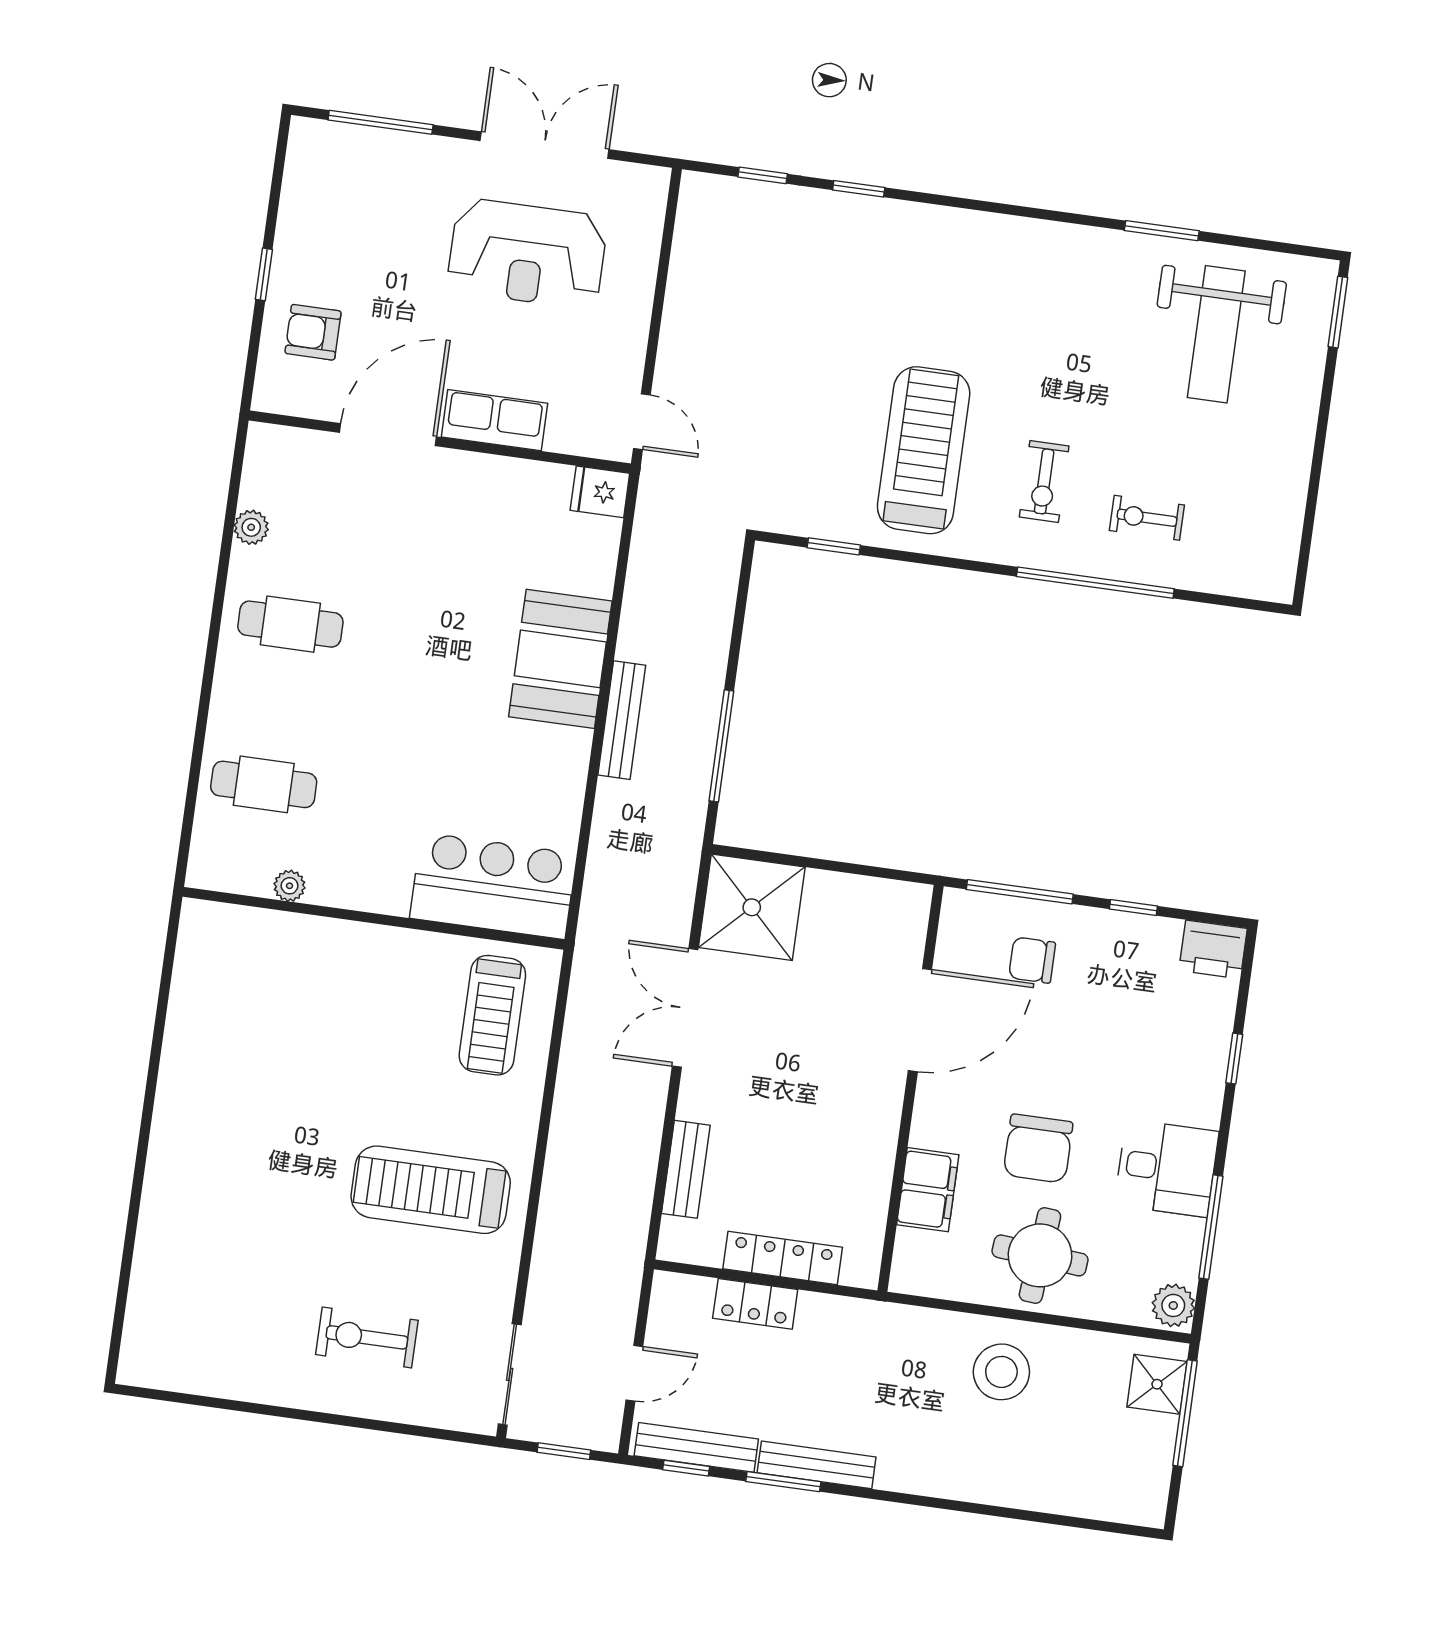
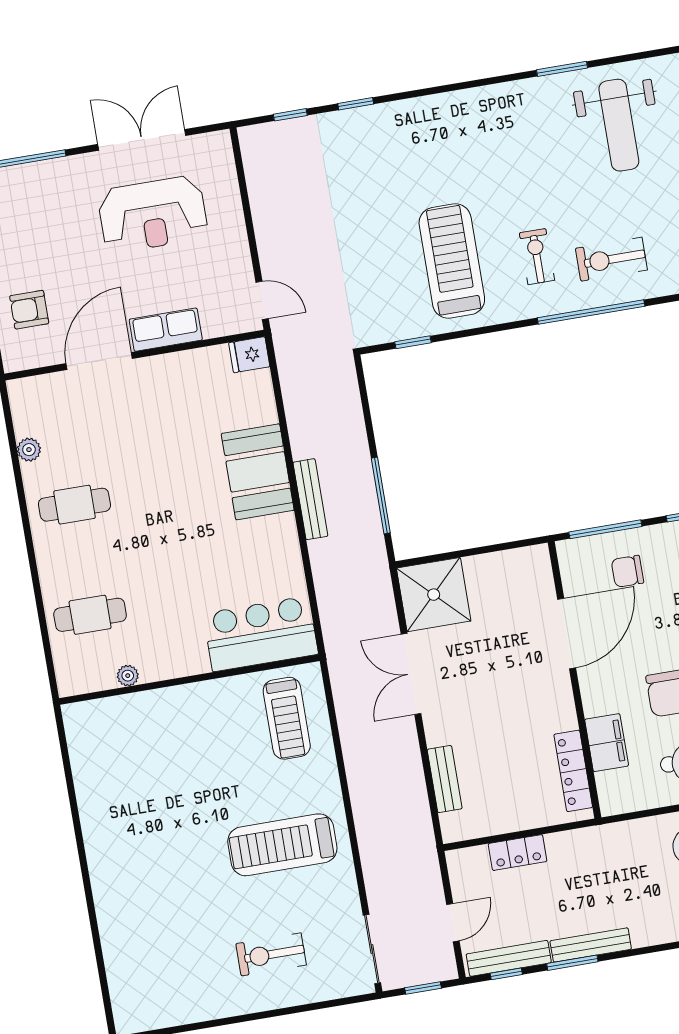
exercise bike: (1044, 481) -> (537, 257), turned 180
exercise bike: (1147, 518) -> (611, 259), width x1.38, depth x1.39
locker: (783, 1258) -> (573, 771), moved, turned -90

